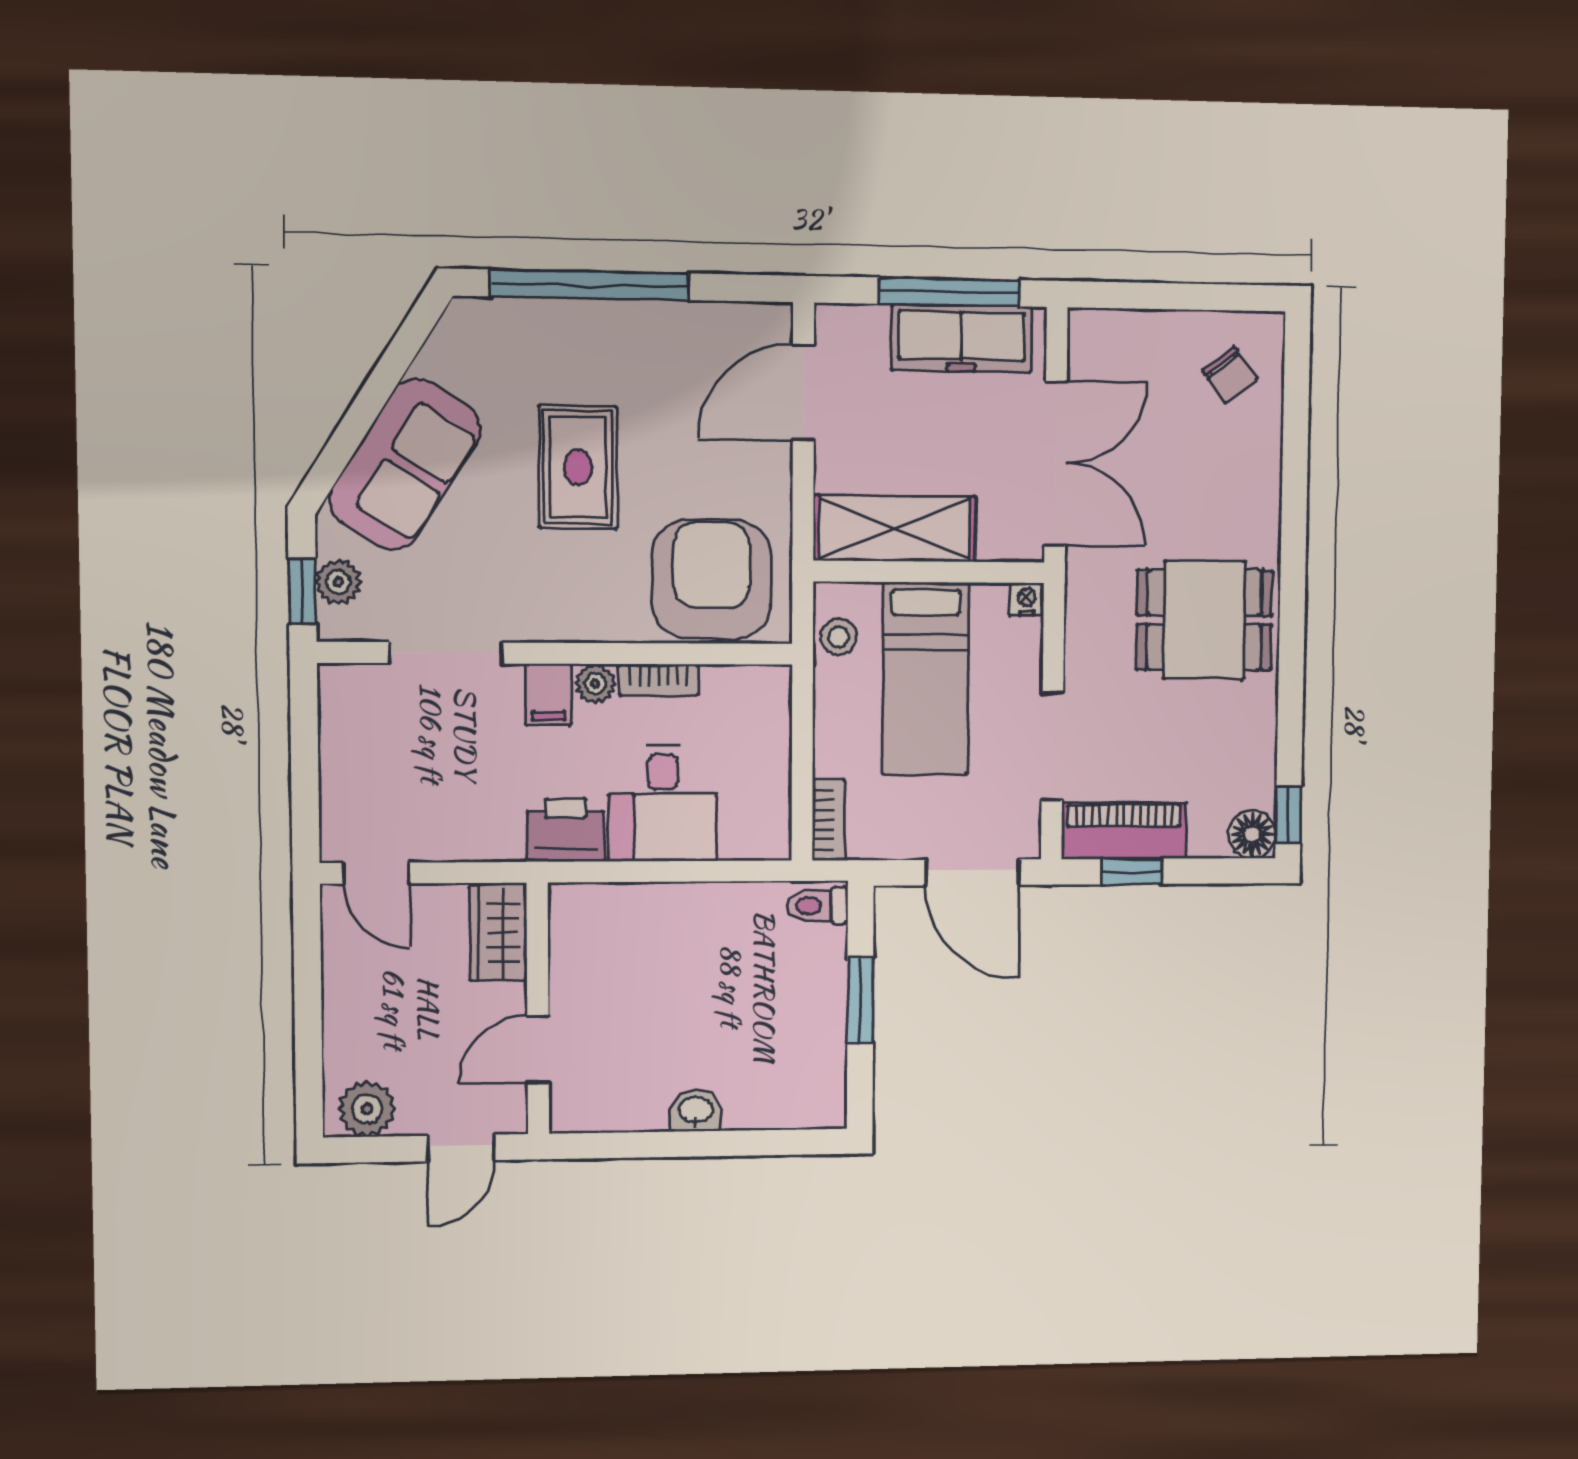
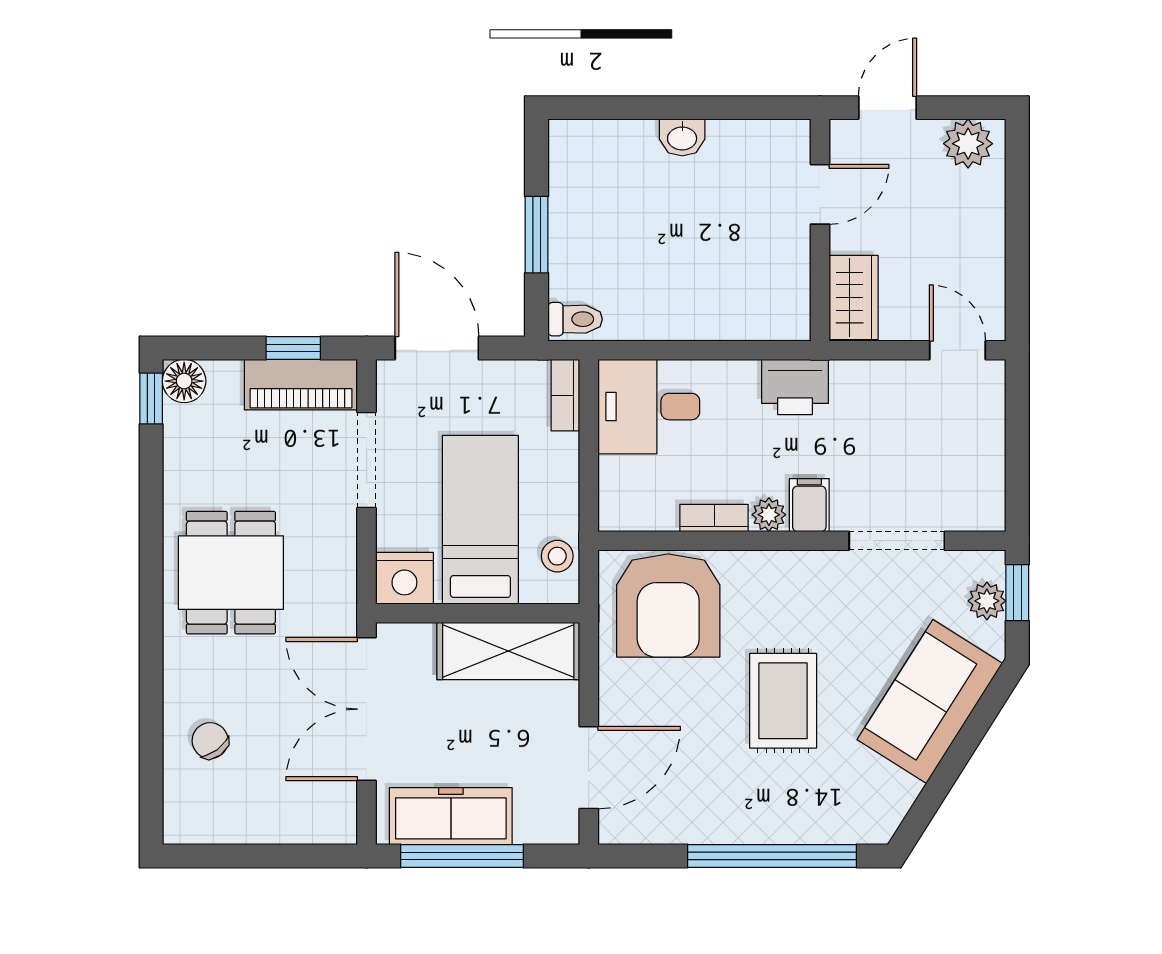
chair: (1230, 375) -> (210, 741), moved
nightstand: (1027, 599) -> (404, 578), width x1.89, depth x1.79
dining table: (1204, 620) -> (231, 573), turned 90
desk: (663, 803) -> (649, 407), moved, turned -90

